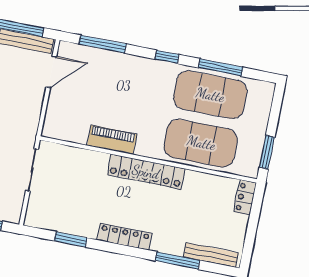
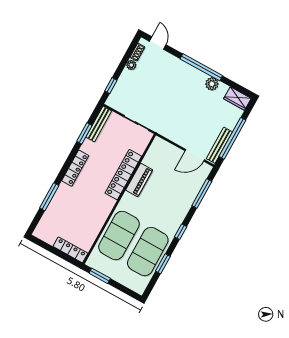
window: (221, 67) -> (163, 264), width x0.69
door: (51, 72) -> (195, 155), hinge flipped
locker: (146, 172) -> (123, 175), moved
locker: (245, 197) -> (70, 250), width x1.53
bench: (211, 255) -> (99, 124), moved

